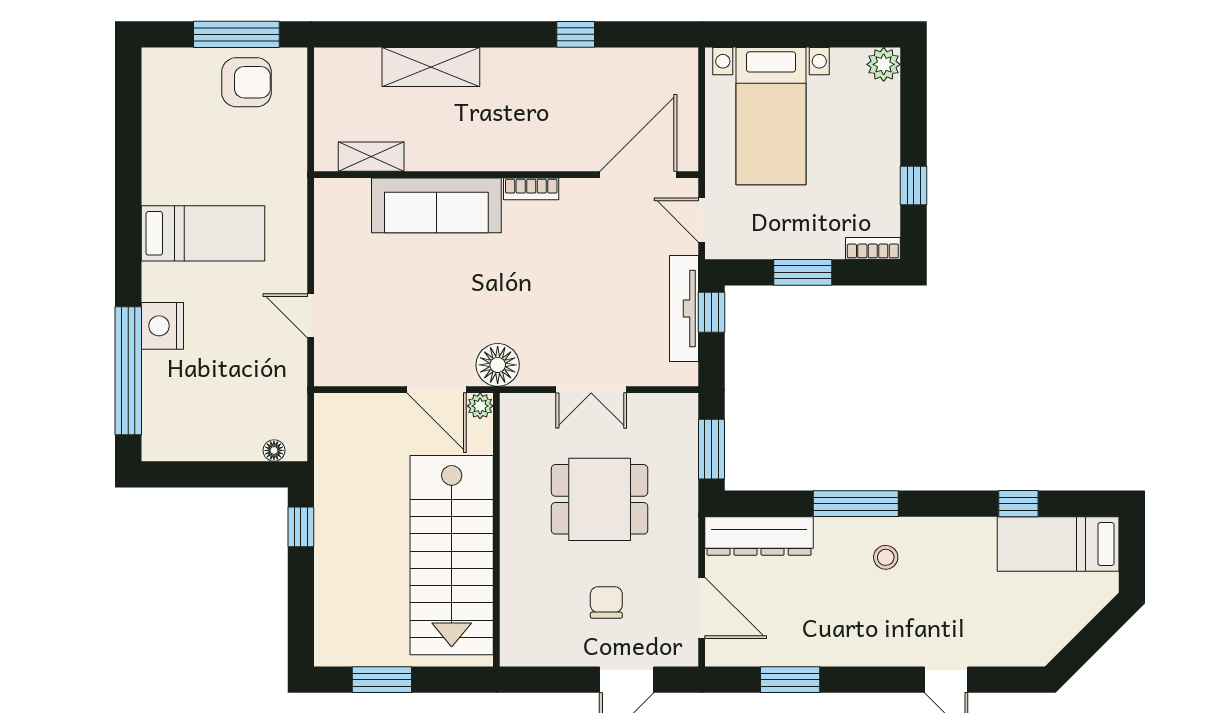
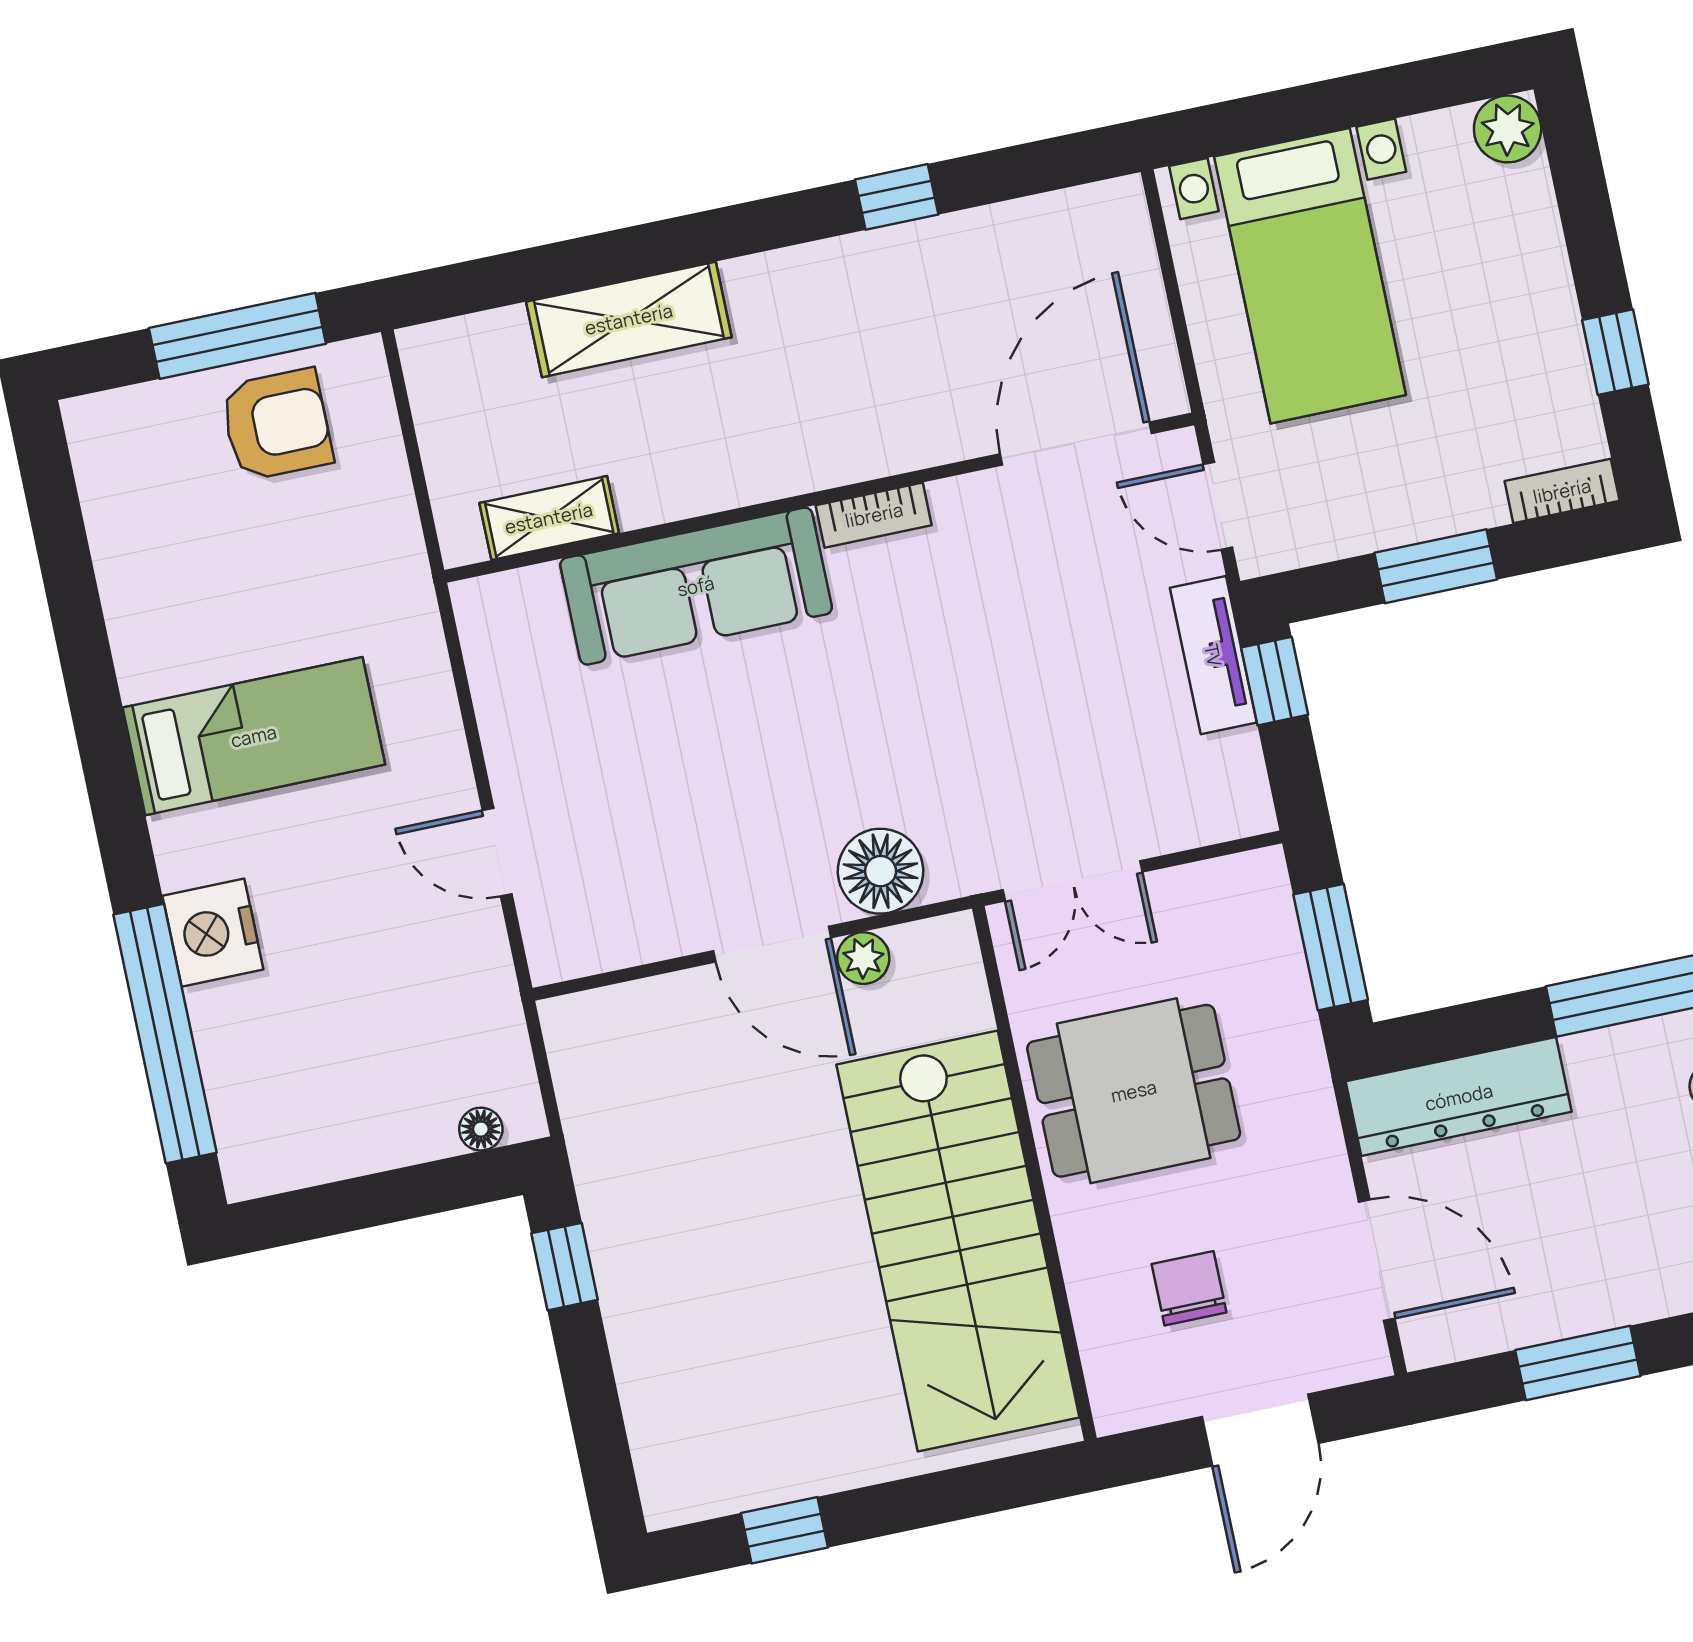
tv unit: (684, 308) -> (1213, 655), width x0.71
wall: (496, 530) -> (1034, 1173), moved
stairs: (452, 555) -> (958, 1241), moved
window: (382, 680) -> (784, 1530), width x0.67

